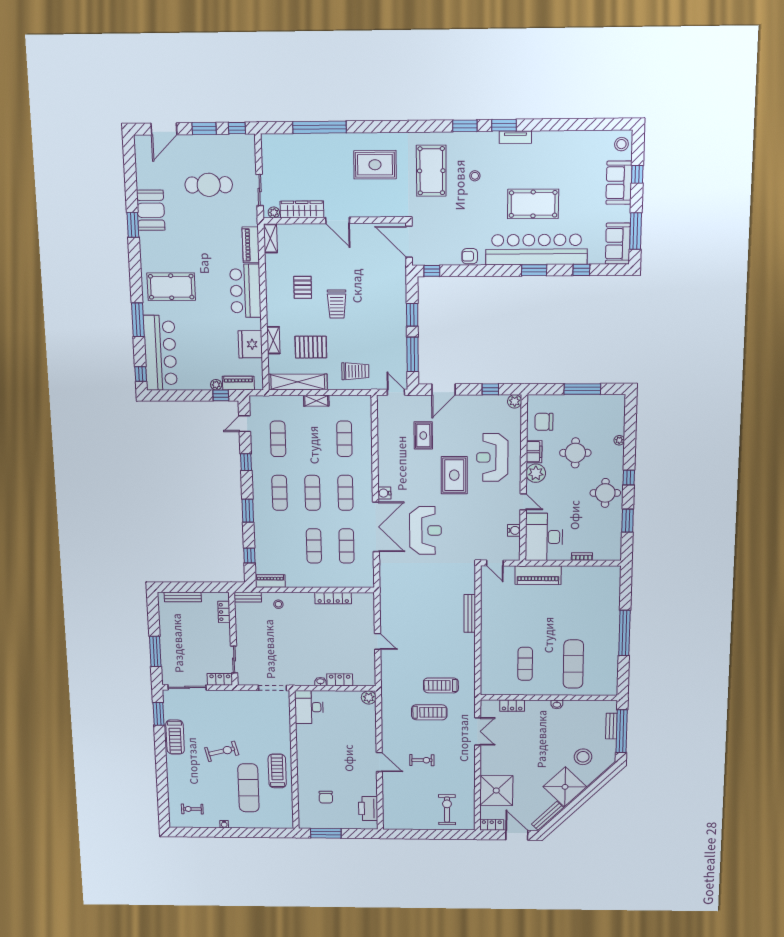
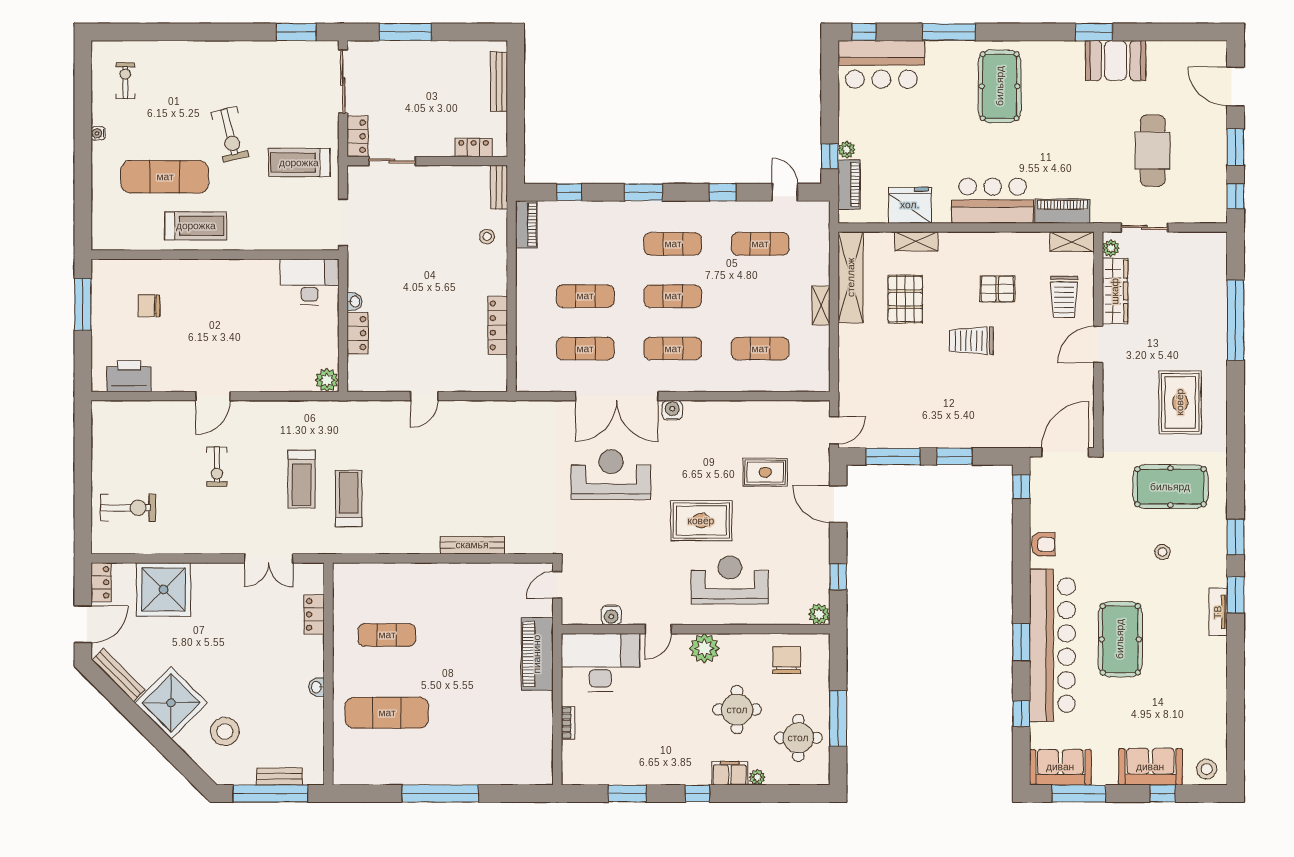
armchair: (470, 256) -> (1043, 544), turned 90
bar counter: (160, 353) -> (881, 64), width x0.73
trolley: (355, 371) -> (1064, 297), moved
filing cabinet: (534, 452) -> (730, 773), moved, turned 180
round table: (605, 493) -> (798, 738), moved
reception desk: (425, 530) -> (611, 475), turned 180
treadmill: (175, 737) -> (299, 163), moved

